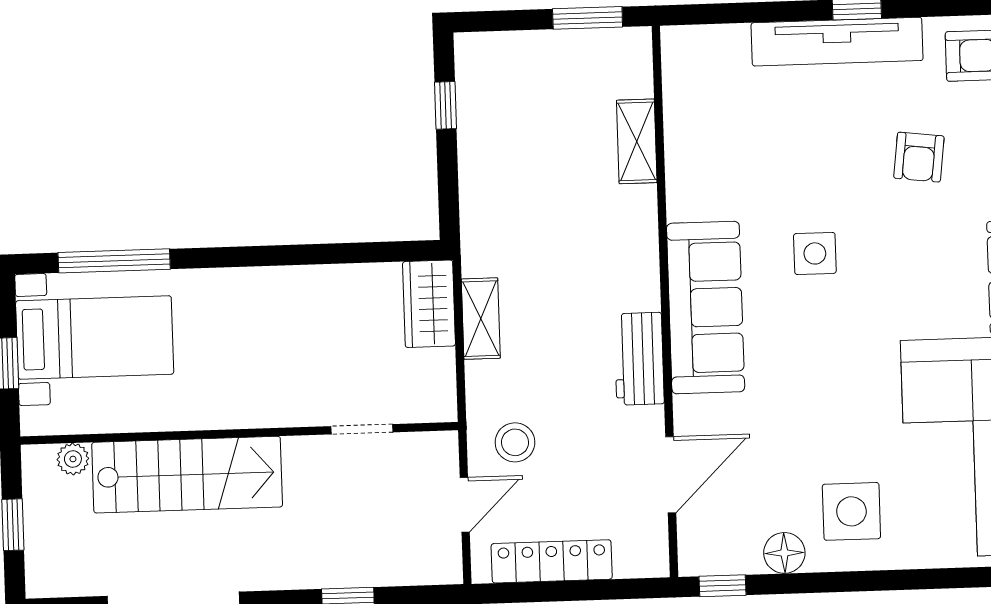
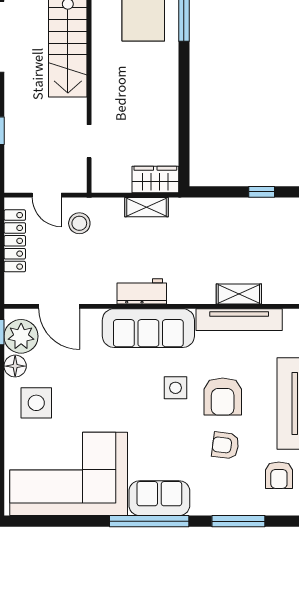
tv unit: (684, 140) -> (239, 320), added
armchair: (828, 165) -> (223, 397), added
workbench: (639, 359) -> (142, 291), moved
plant: (729, 544) -> (21, 336), added

